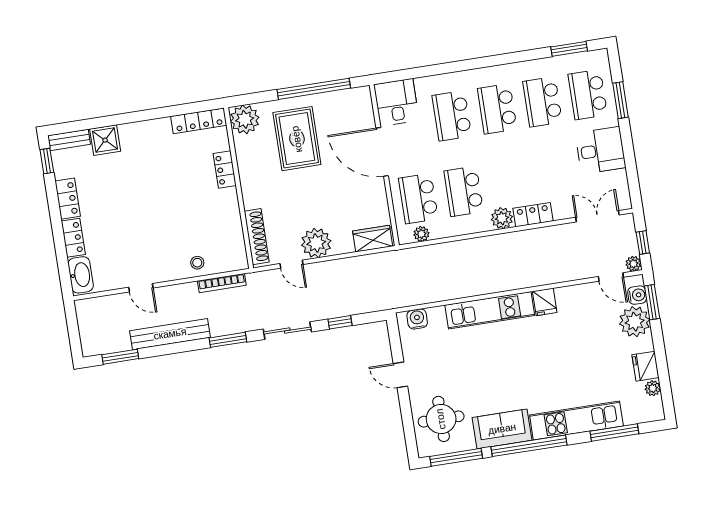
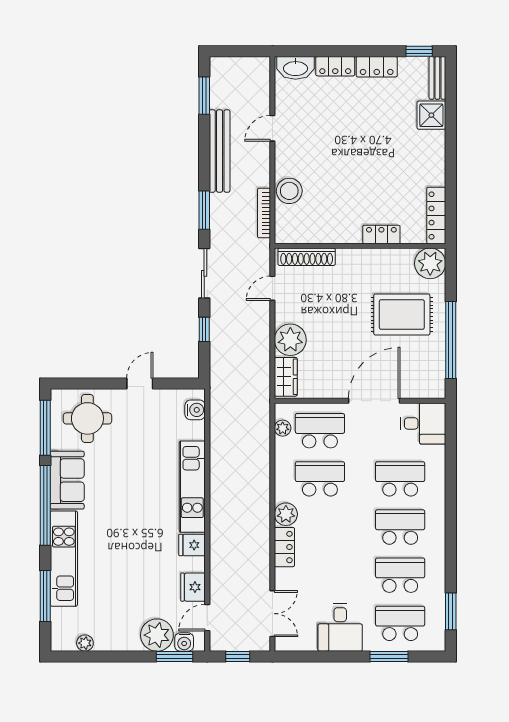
plant: (316, 243) -> (290, 340), moved
stool: (197, 263) -> (289, 191), width x1.89, depth x1.89
plant: (633, 264) -> (217, 643), removed
fridge: (645, 366) -> (193, 587), moved, turned -90

